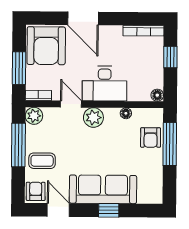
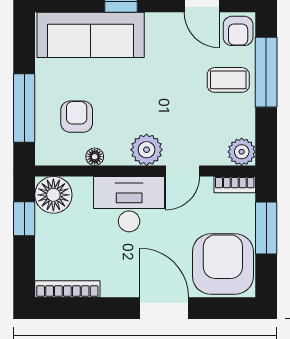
window: (170, 57) -> (24, 219), moved
floor lamp: (157, 95) -> (53, 195), width x1.89, depth x1.89
door: (71, 104) -> (183, 171), hinge flipped
armchair: (151, 137) -> (77, 117), moved
window: (18, 145) -> (266, 72), moved
sofa: (103, 189) -> (91, 35), moved

